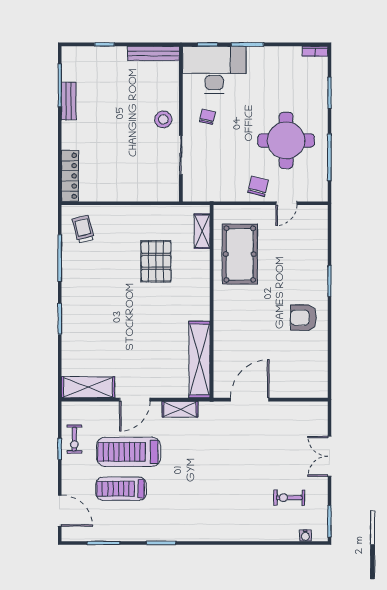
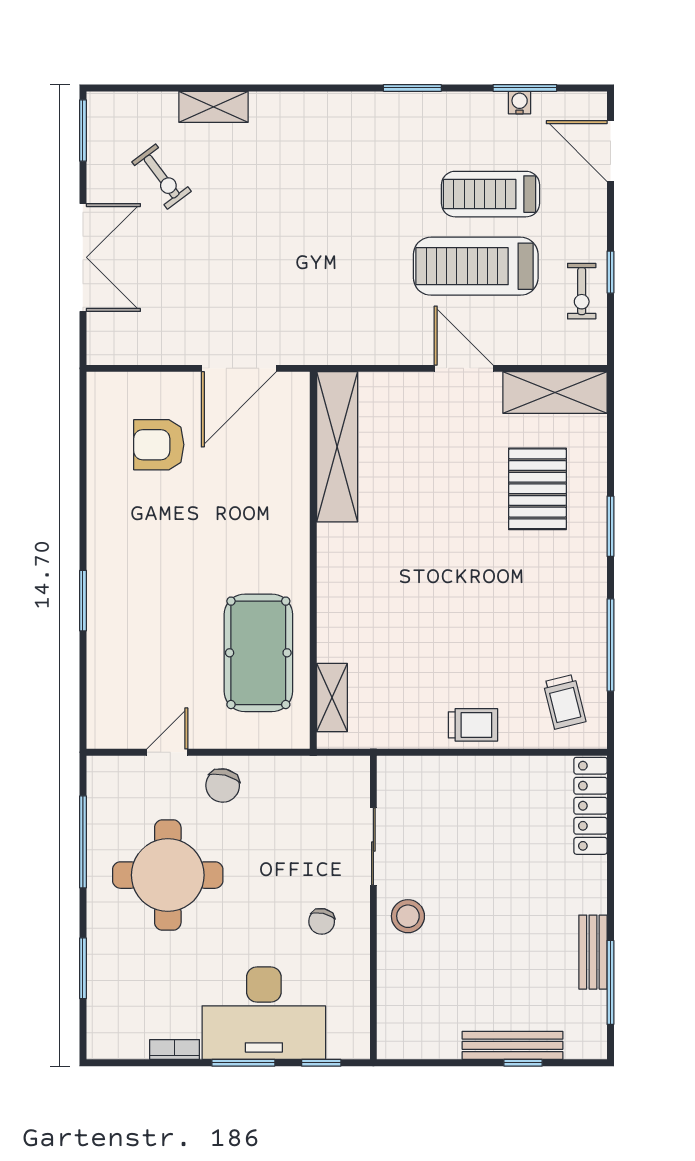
bookcase: (315, 51) -> (175, 1049), moved
bench: (154, 53) -> (512, 1045), moved
desk: (214, 70) -> (264, 1013), moved
trolley: (130, 217) -> (473, 725), added
pallet: (156, 261) -> (537, 489), moved
armchair: (303, 318) -> (159, 445), moved, turned 180
door: (135, 400) -> (464, 368), hinge flipped
shelving: (180, 409) -> (214, 107), moved
exercise bike: (74, 439) -> (582, 291), turned 180
treadmill: (129, 452) -> (476, 266), turned 180
double door: (329, 456) -> (83, 257), width x1.37
treadmill: (121, 489) -> (490, 194), turned 180
exercise bike: (289, 498) -> (162, 177), turned 53
water cooler: (305, 536) -> (520, 103), moved

